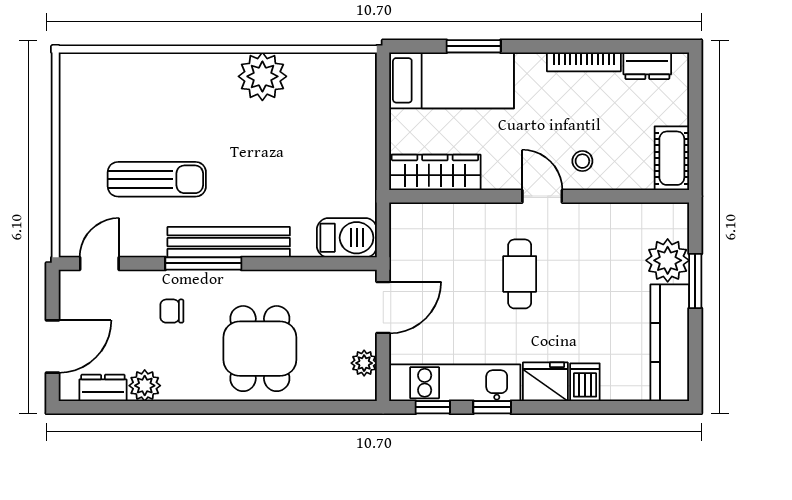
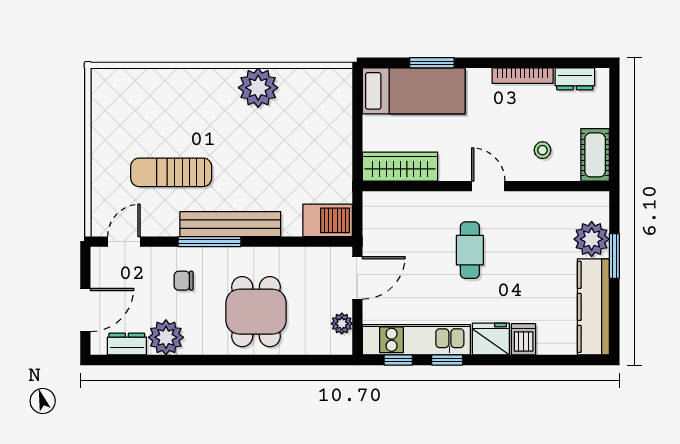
stool: (582, 161) -> (542, 150), moved
sun lounger: (157, 179) -> (171, 172), turned 180
plant: (145, 386) -> (166, 337), width x1.36, depth x1.36

